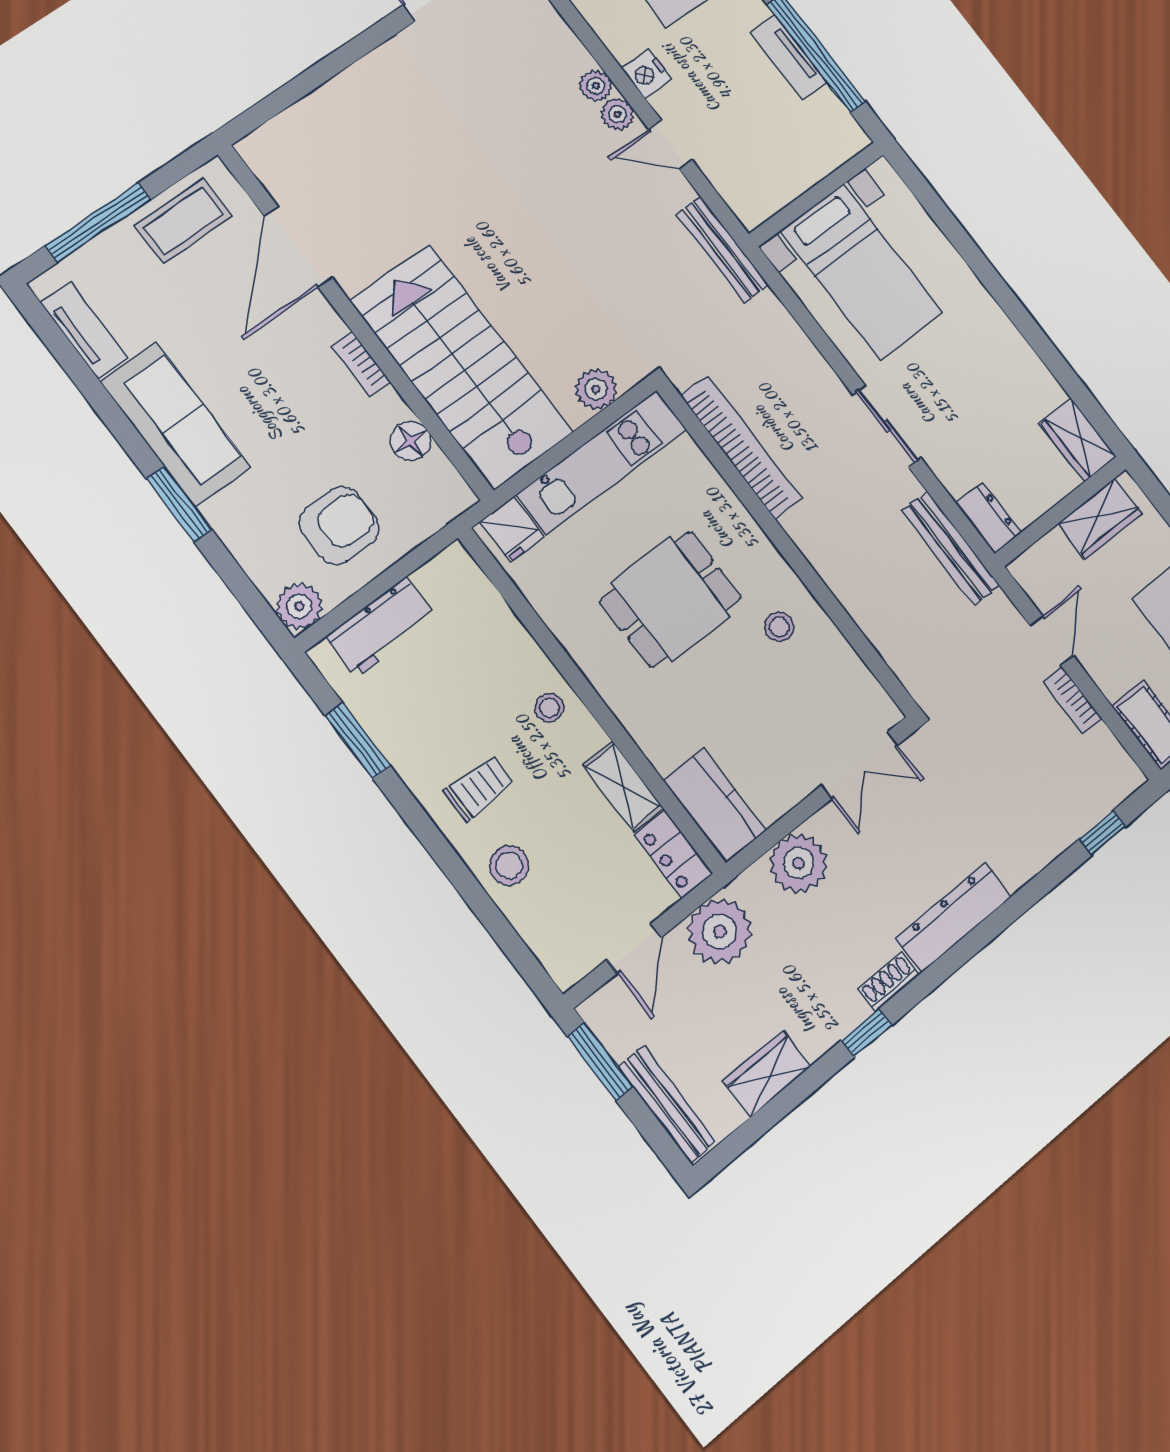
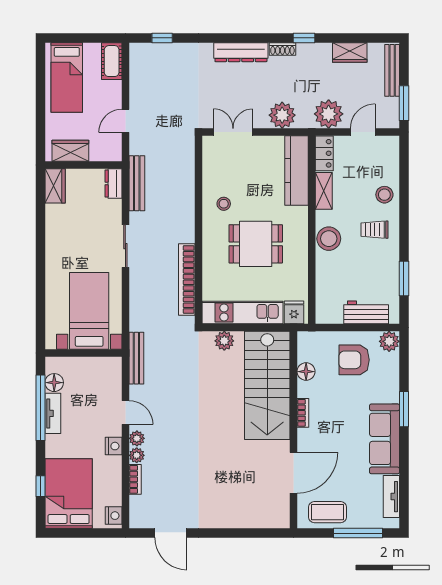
floor lamp: (826, 110) -> (54, 383), added
bookcase: (1072, 700) -> (135, 479), moved
stool: (549, 708) -> (329, 239), width x1.89, depth x1.89
kitchen counter: (715, 805) -> (296, 171), width x1.50

